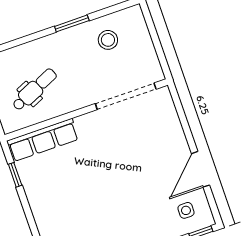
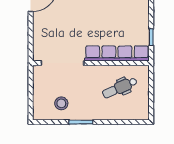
row of seats: (43, 140) -> (117, 53), width x1.36

